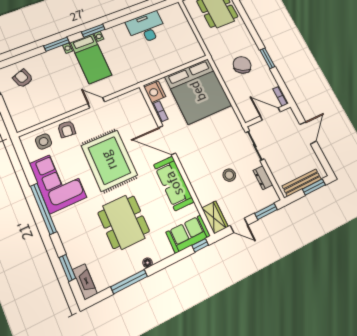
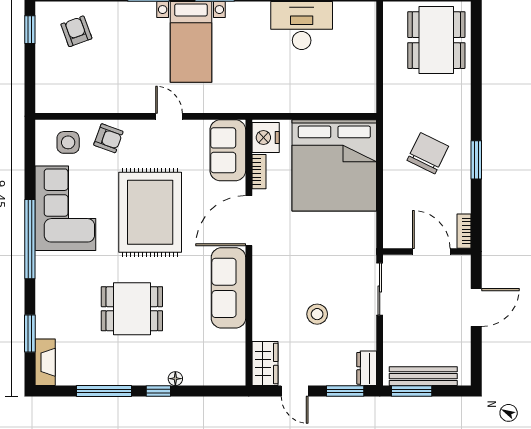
armchair: (67, 129) -> (108, 138), turned -76
door: (167, 140) -> (249, 221), hinge flipped
dresser: (263, 178) -> (367, 368), moved
window: (314, 187) -> (412, 391), moved
dining table: (124, 222) -> (132, 309), width x0.73
sofa: (188, 234) -> (228, 150), moved, turned -90
window: (200, 245) -> (158, 391), moved
floor lamp: (148, 263) -> (175, 379), moved

